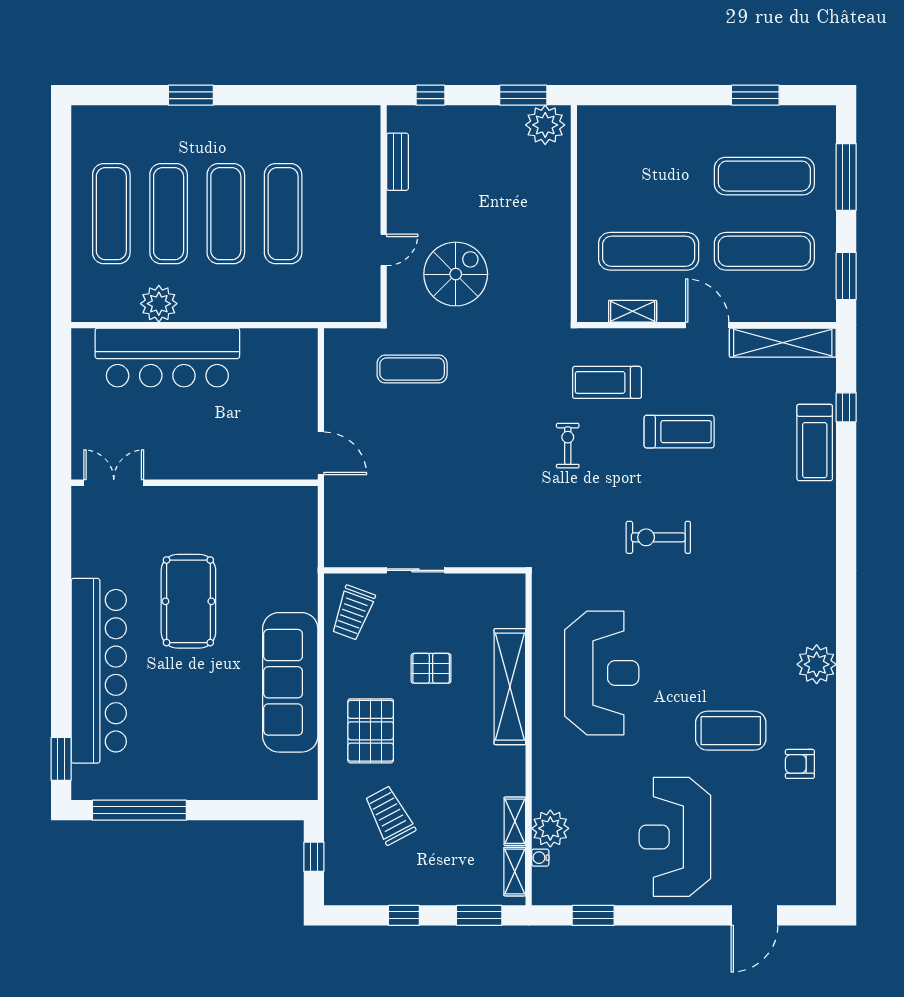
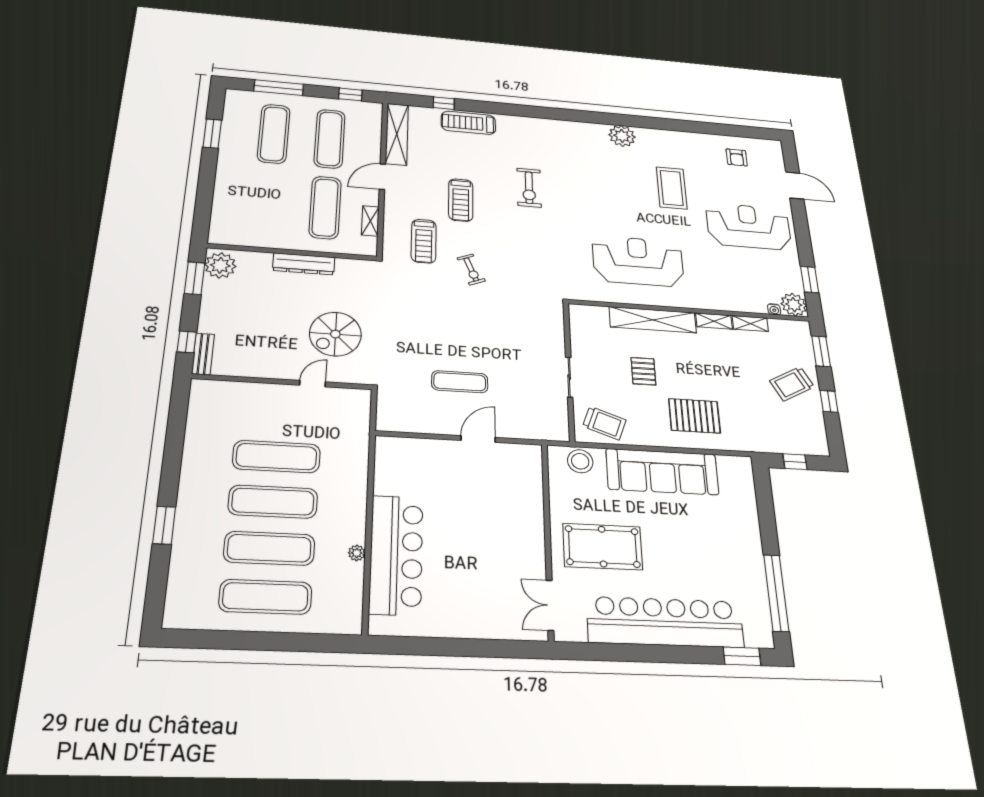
bench: (397, 162) -> (203, 354), moved, turned 90
dresser: (557, 229) -> (304, 264), added
door: (384, 250) -> (313, 384), hinge flipped
spiral stairs: (456, 274) -> (335, 334), turned -90
window: (846, 276) -> (350, 94), width x0.67
plant: (159, 304) -> (357, 553), width x0.53, depth x0.53
exercise mat: (412, 369) -> (460, 382), moved, turned 90
treadmill: (679, 432) -> (461, 200), turned 180
treadmill: (815, 442) -> (468, 123), turned 180
exercise bike: (568, 446) -> (471, 269), turned -112
double door: (114, 483) -> (550, 605), moved
wall: (195, 483) -> (548, 539), moved
exercise bike: (658, 537) -> (529, 188), moved
stool: (298, 579) -> (580, 461), added
armchair: (800, 764) -> (737, 157), moved
trolley: (390, 815) -> (792, 384), moved
plant: (550, 828) -> (794, 305), moved
reception desk: (675, 837) -> (748, 226), turned 180
shelving: (515, 872) -> (714, 321), moved

